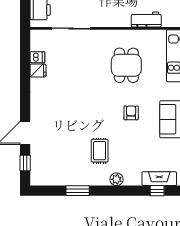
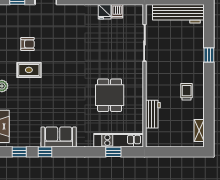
dining table: (126, 65) -> (110, 95), turned 90
armchair: (131, 113) -> (28, 44), moved

